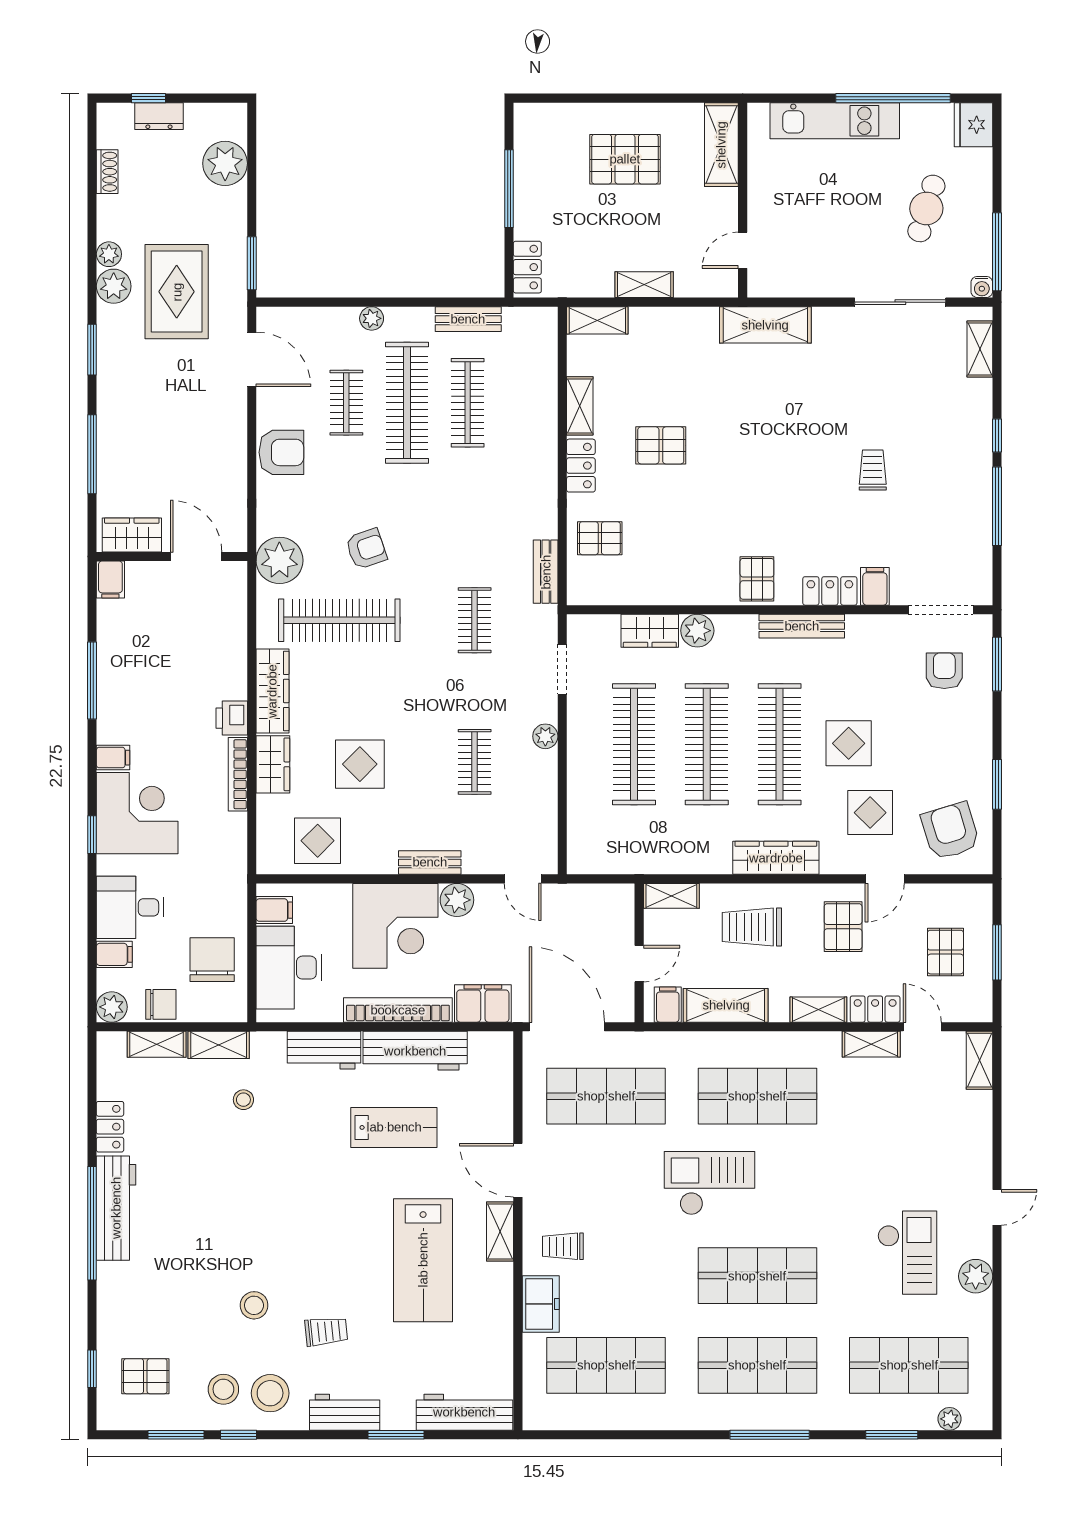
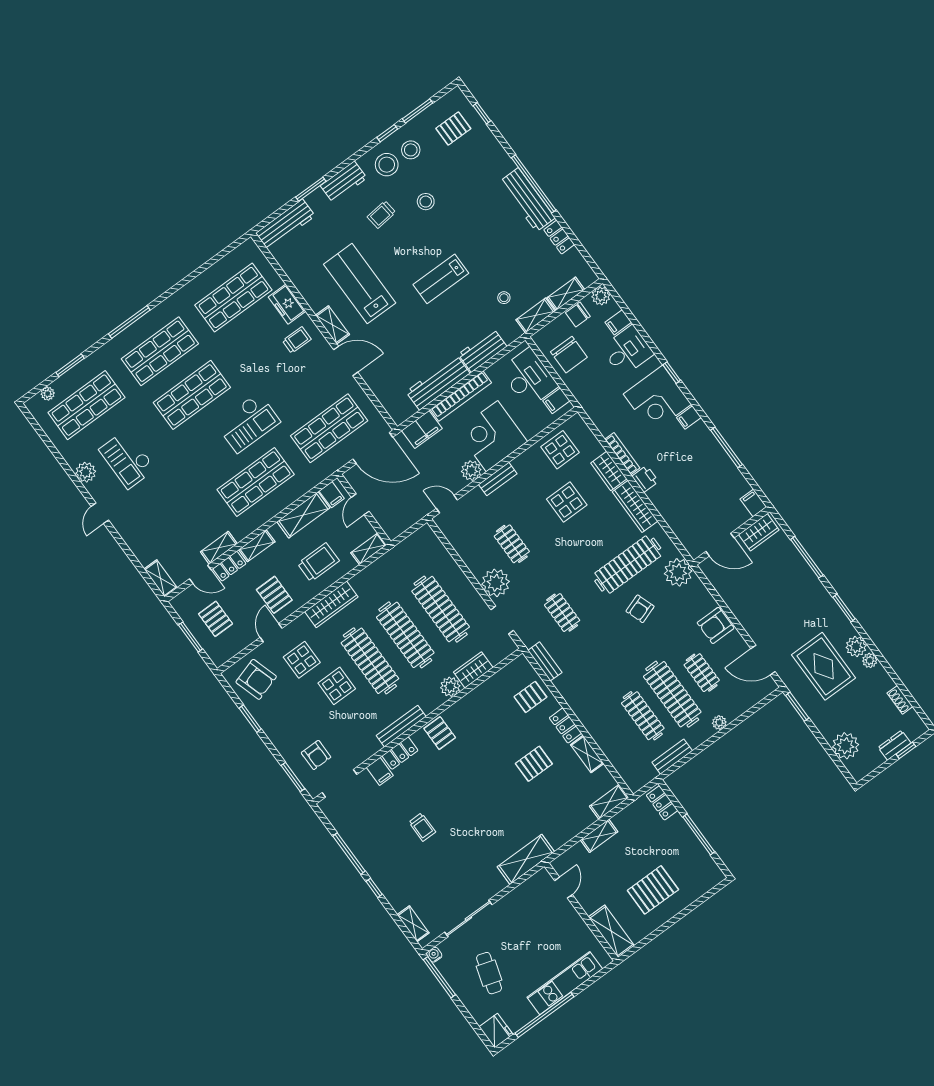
plant: (545, 736) -> (496, 583), width x1.88, depth x1.88
lab bench: (394, 1127) -> (441, 279), moved

